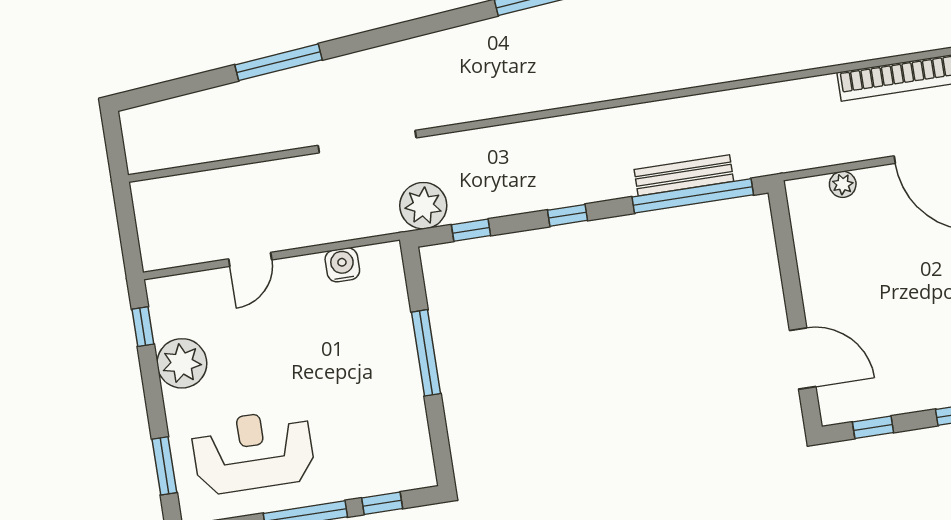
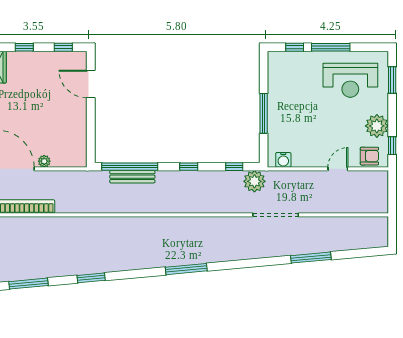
plant: (843, 184) -> (44, 161), moved
water cooler: (342, 265) -> (283, 160), moved
armchair: (187, 297) -> (369, 156), added

